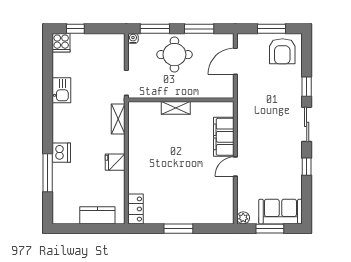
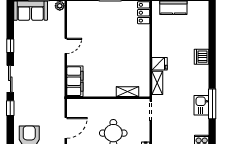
shelving: (176, 108) -> (127, 92), moved
filing cabinet: (224, 137) -> (75, 81), moved
fridge: (115, 162) -> (160, 64), moved
window: (48, 173) -> (212, 104), moved

